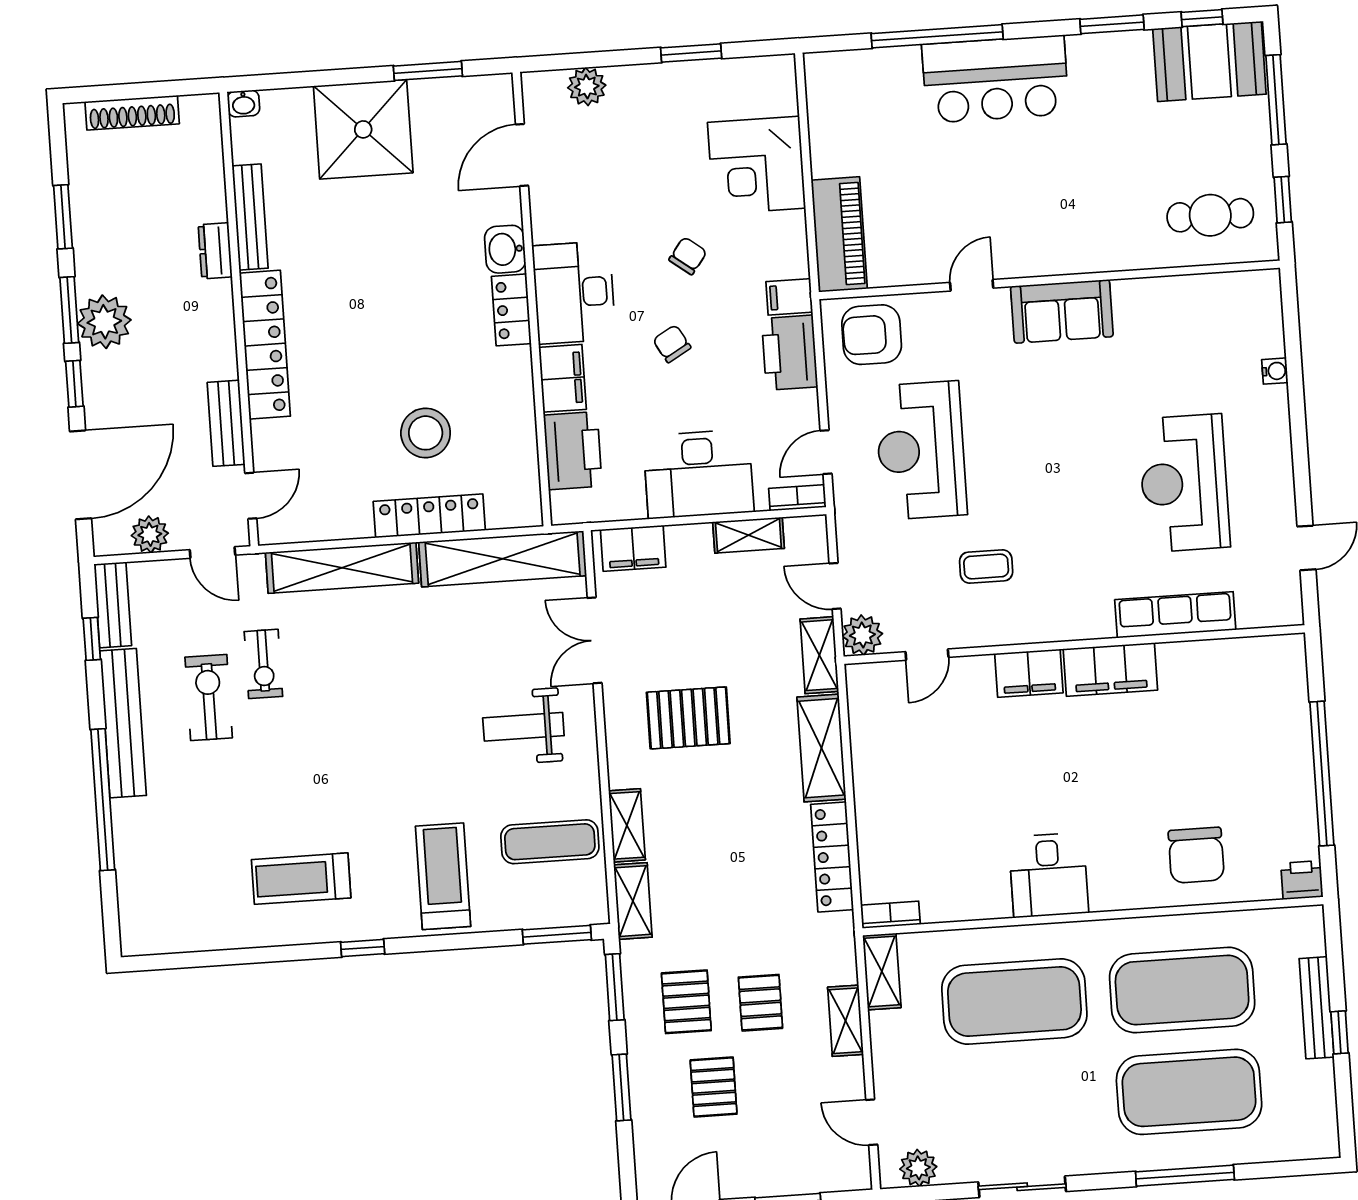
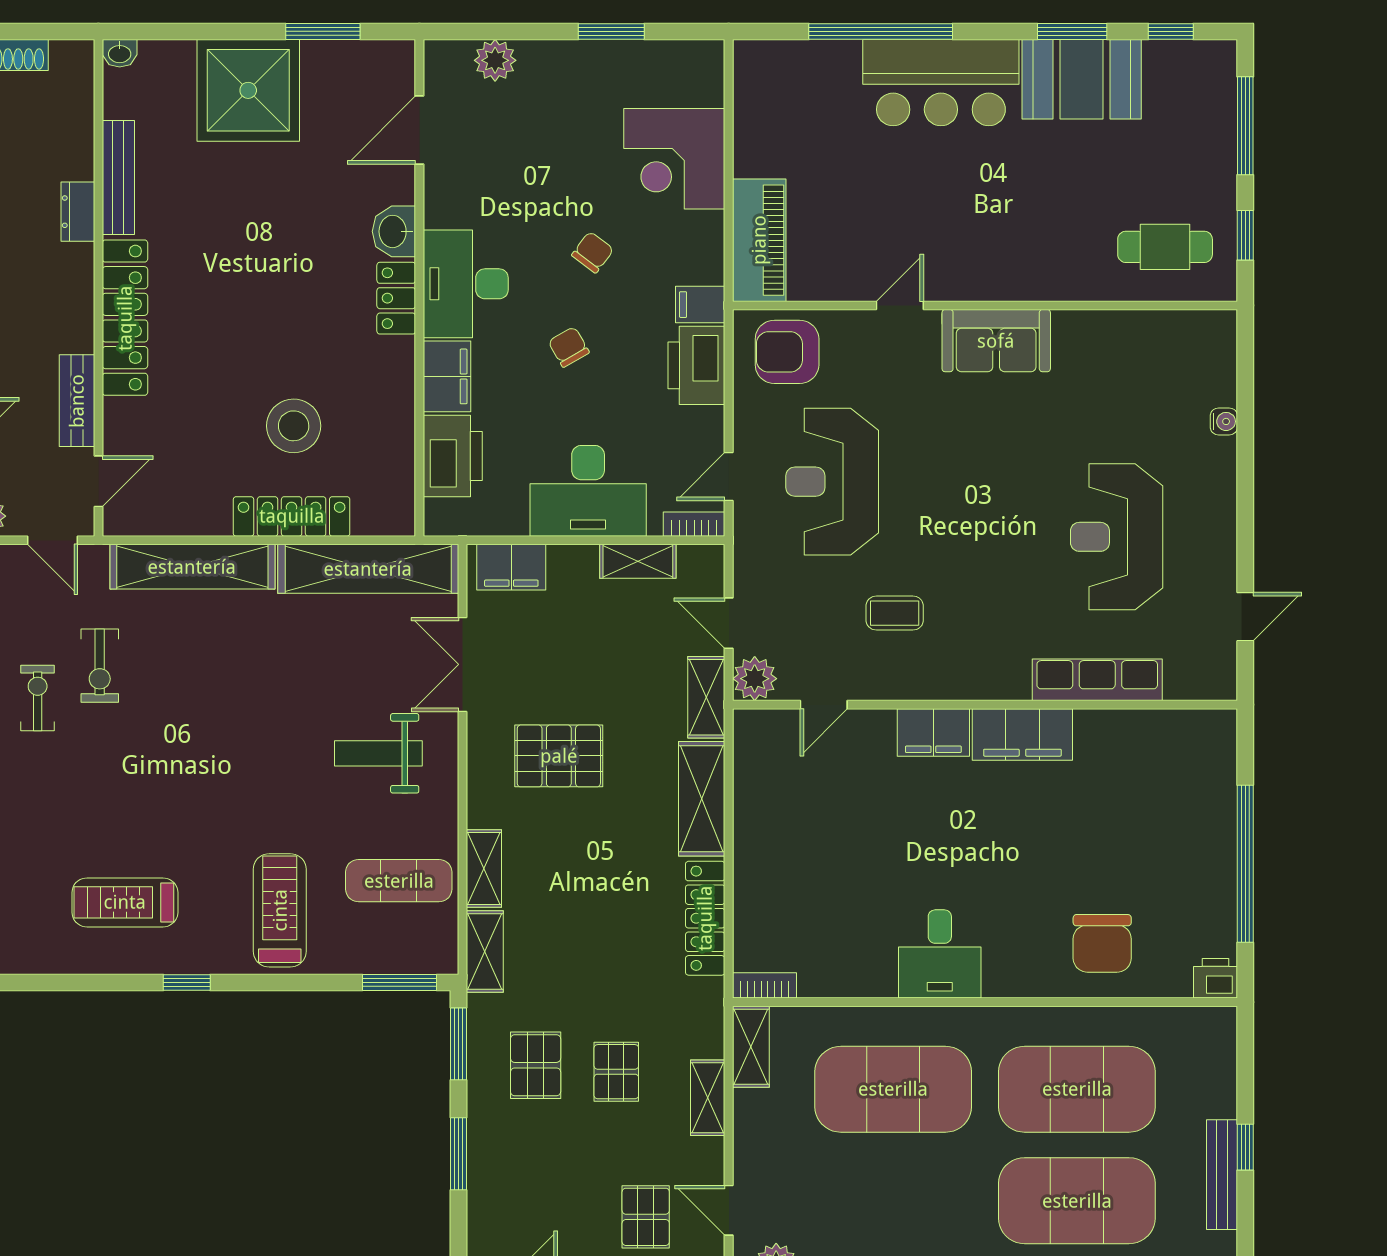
booth: (1209, 61) -> (1082, 79), moved
exercise bike: (209, 697) -> (38, 698), width x0.73, depth x0.72
bench: (1317, 1008) -> (1222, 1175), moved
pallet: (714, 1087) -> (646, 1217), moved

